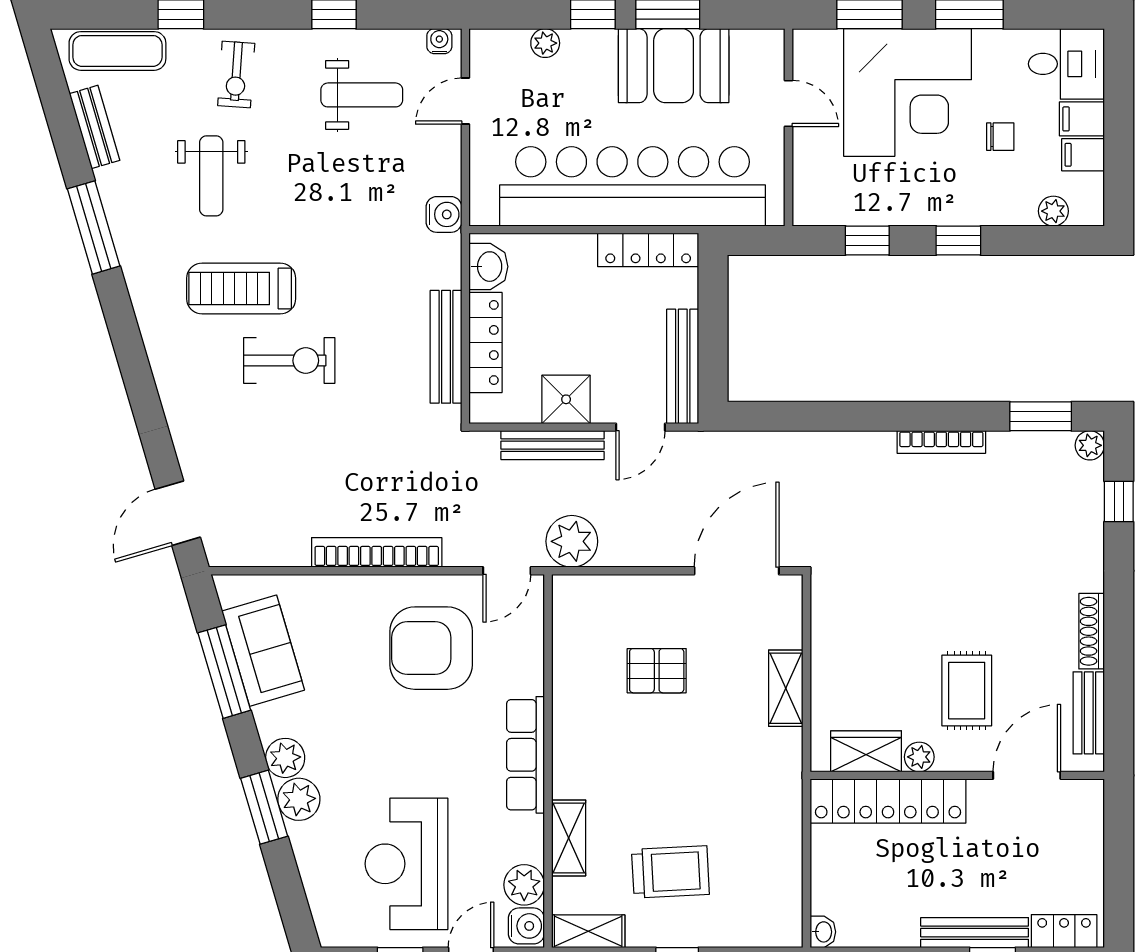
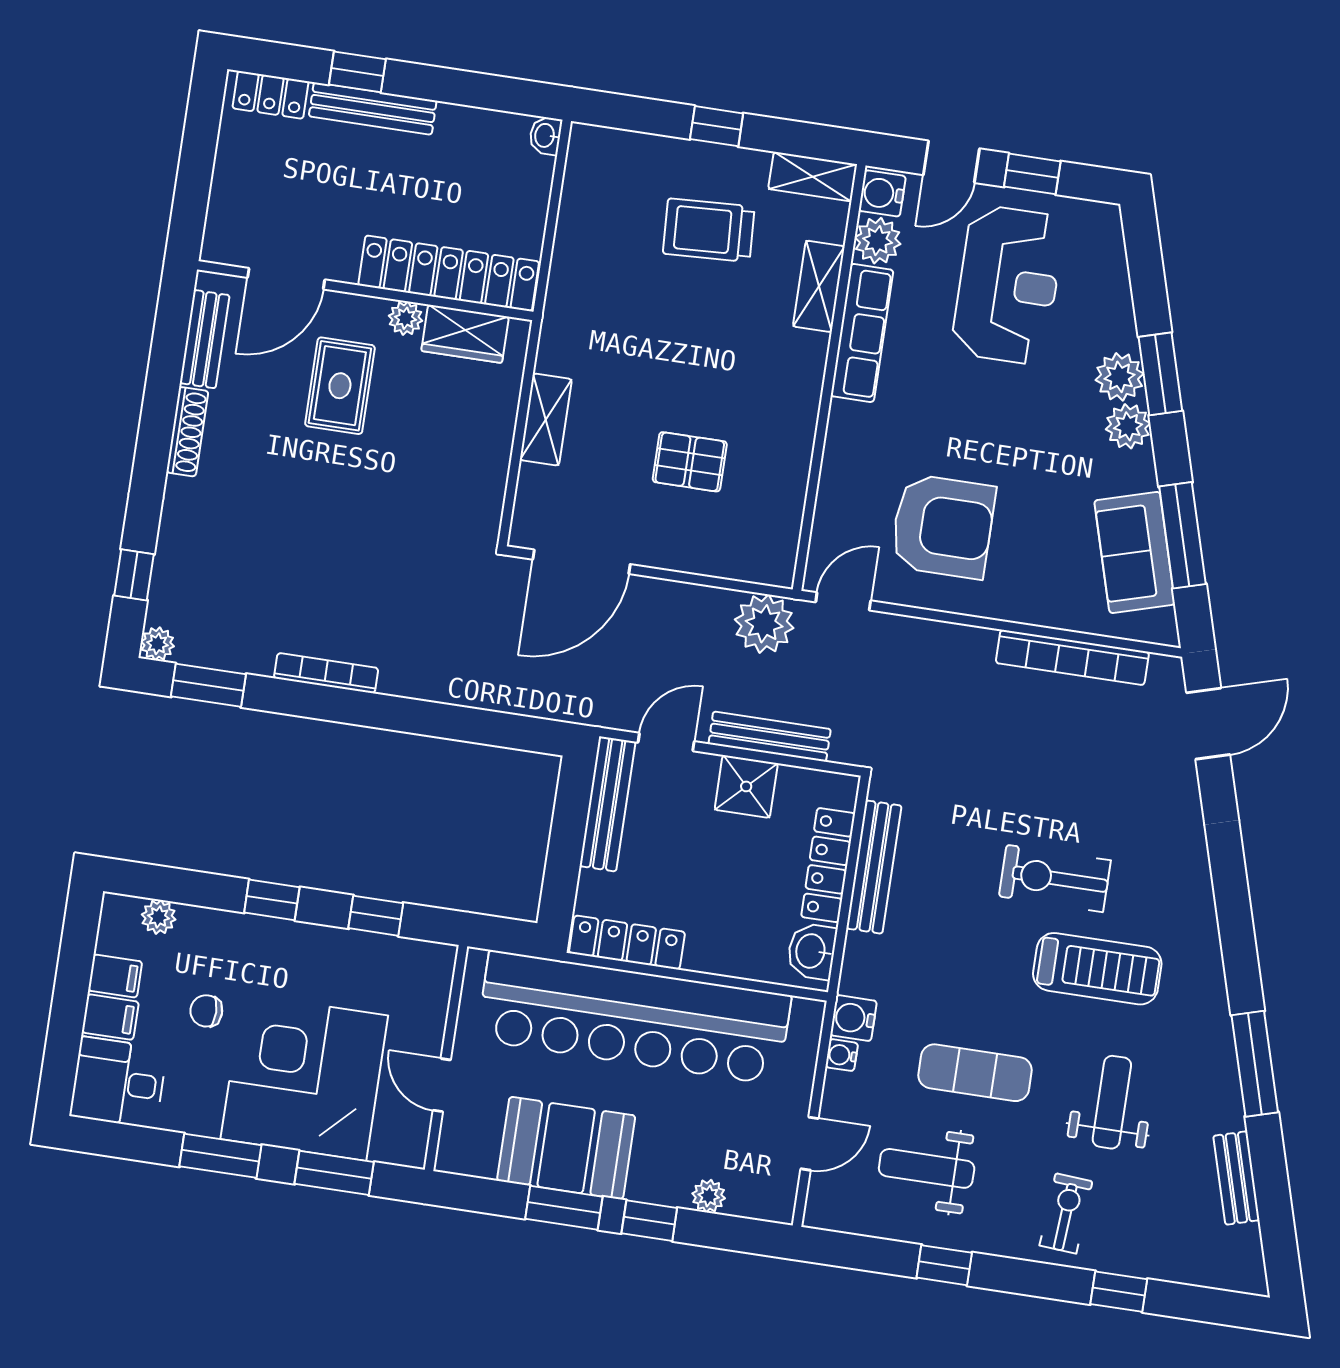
water cooler: (439, 41) -> (842, 1055), moved, turned 90
exercise mat: (117, 51) -> (975, 1073), moved
bookcase: (377, 552) -> (1072, 657), moved
row of seats: (526, 755) -> (862, 333), moved

